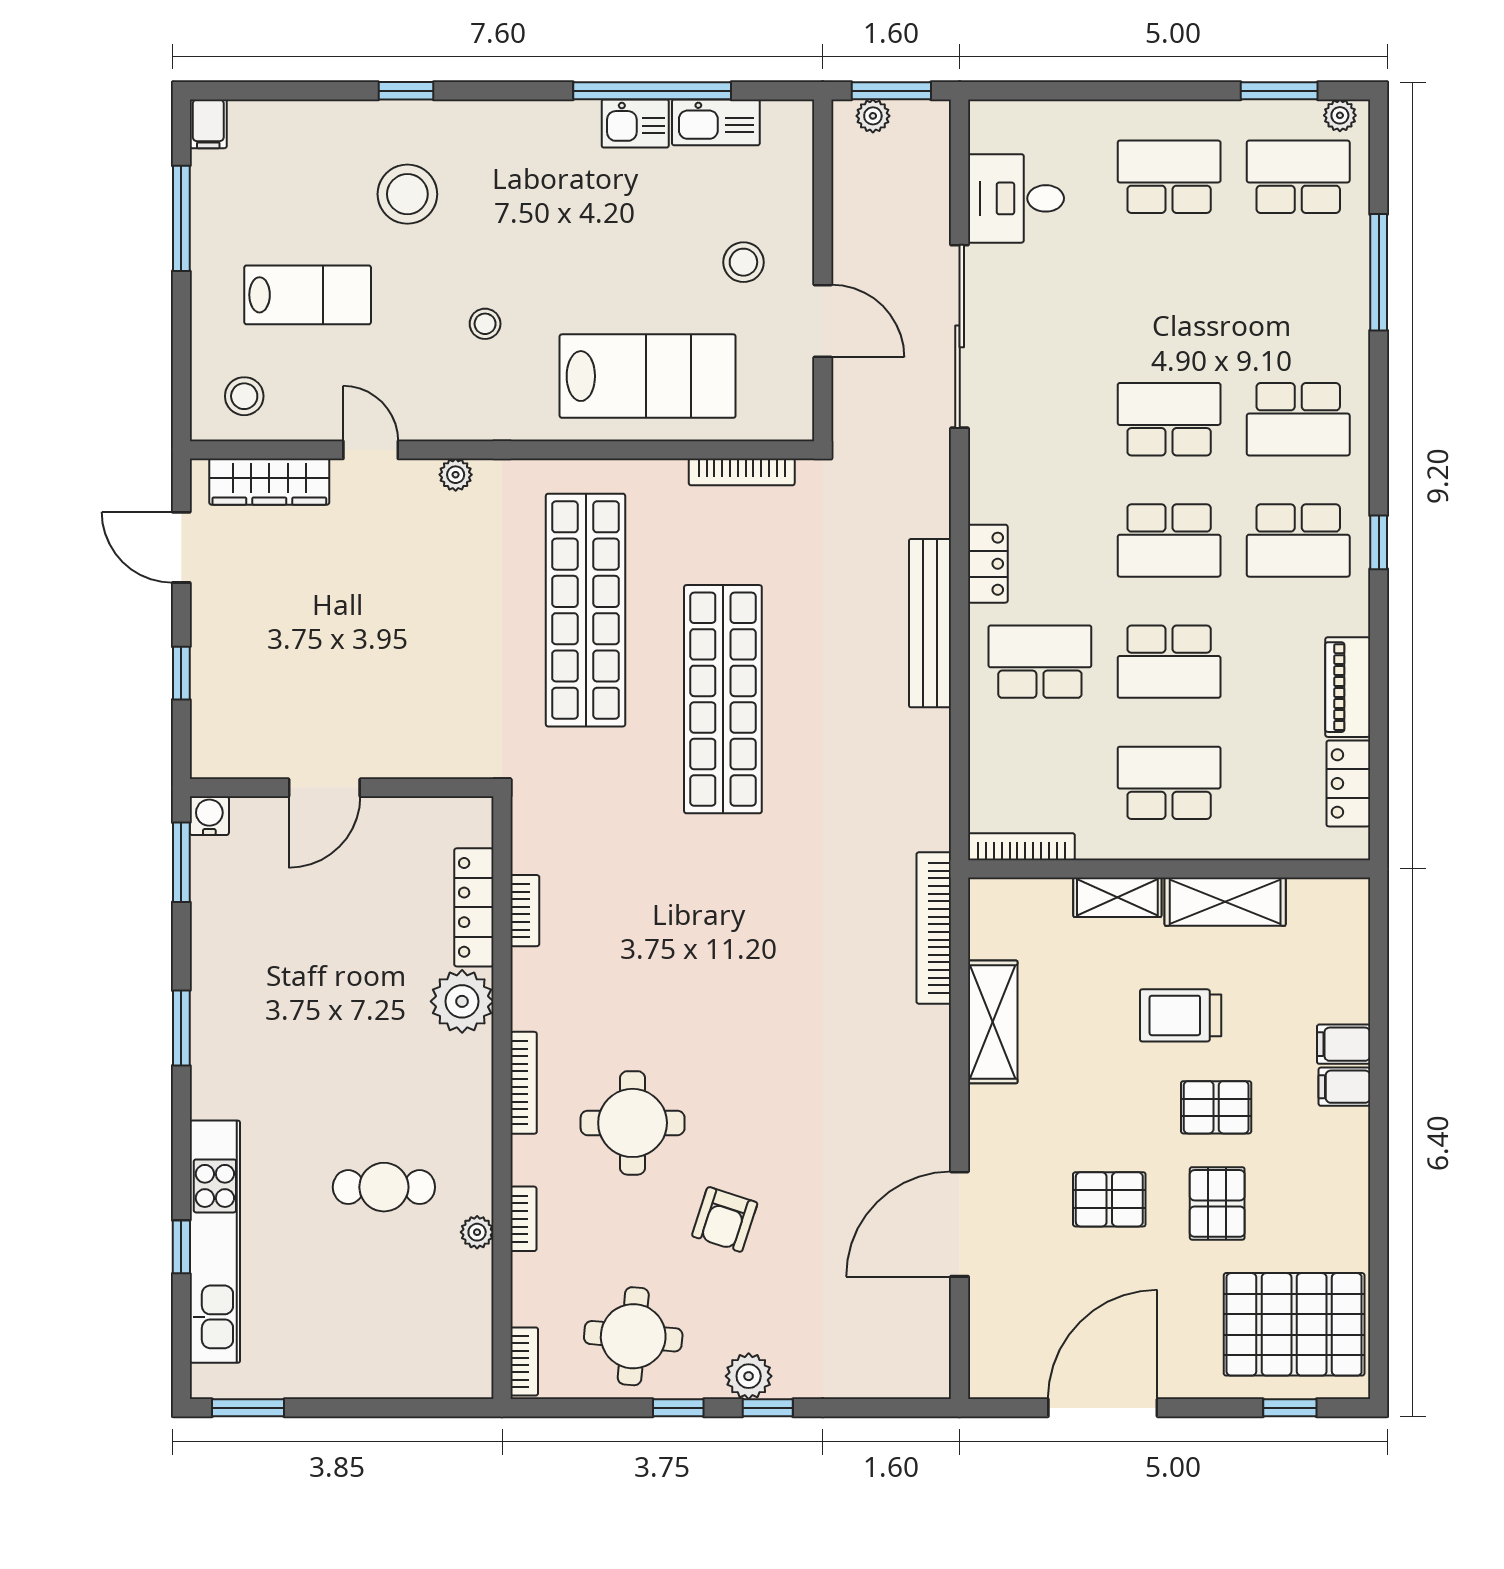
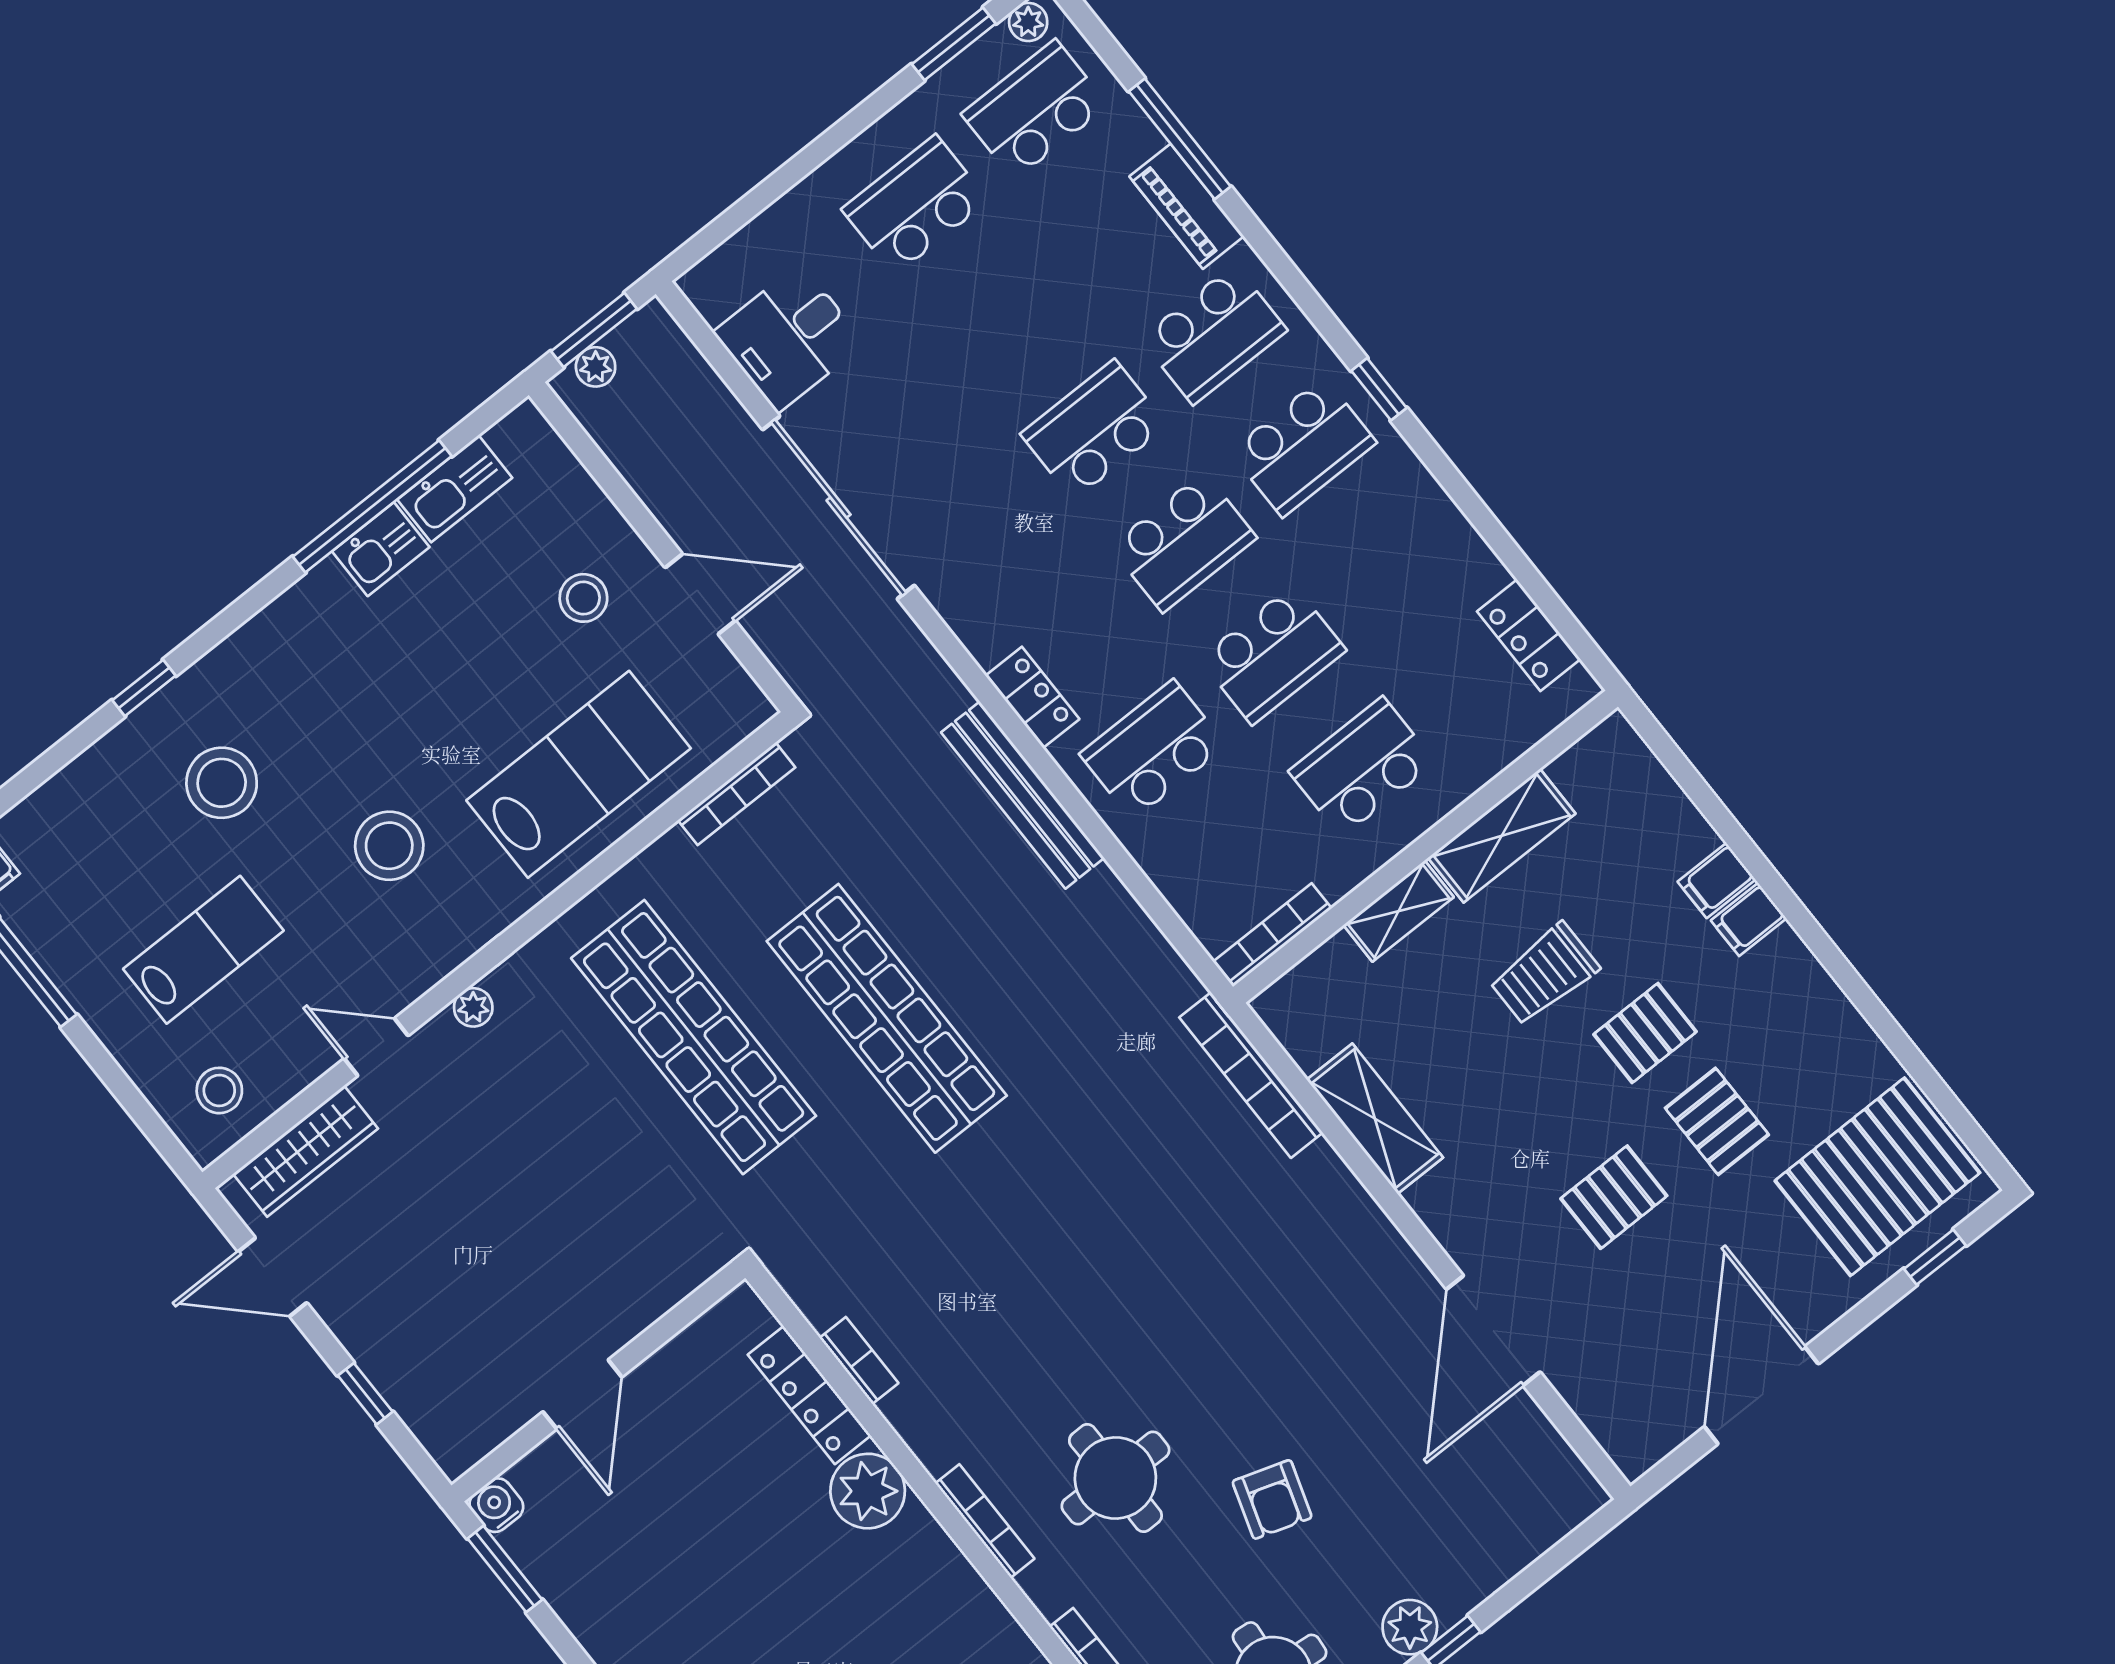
stool: (485, 324) -> (389, 846), width x1.89, depth x1.89
piano: (1348, 687) -> (1187, 206), moved

